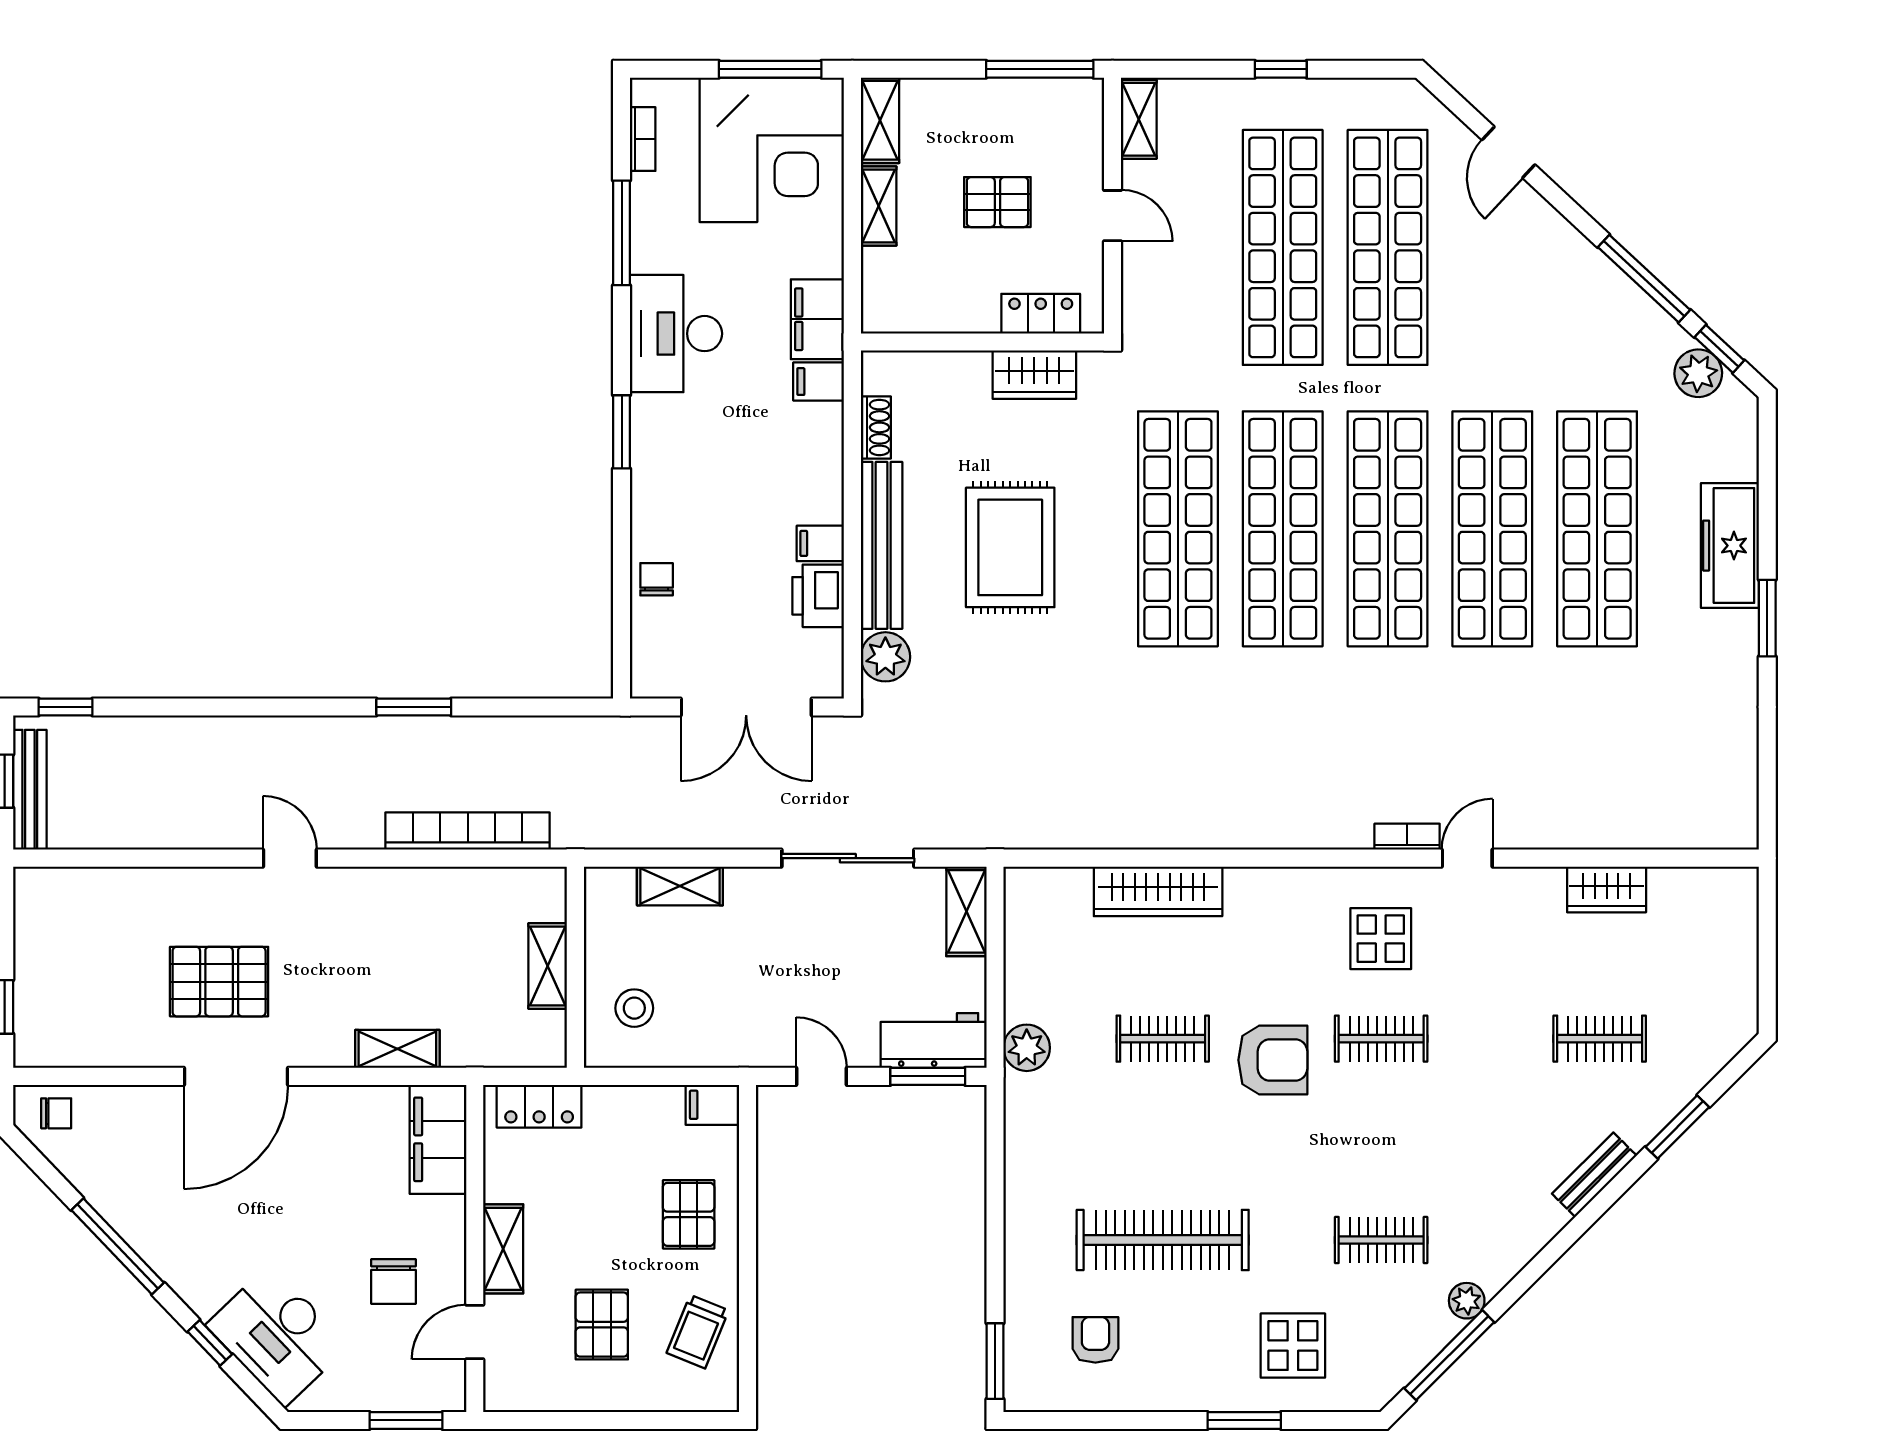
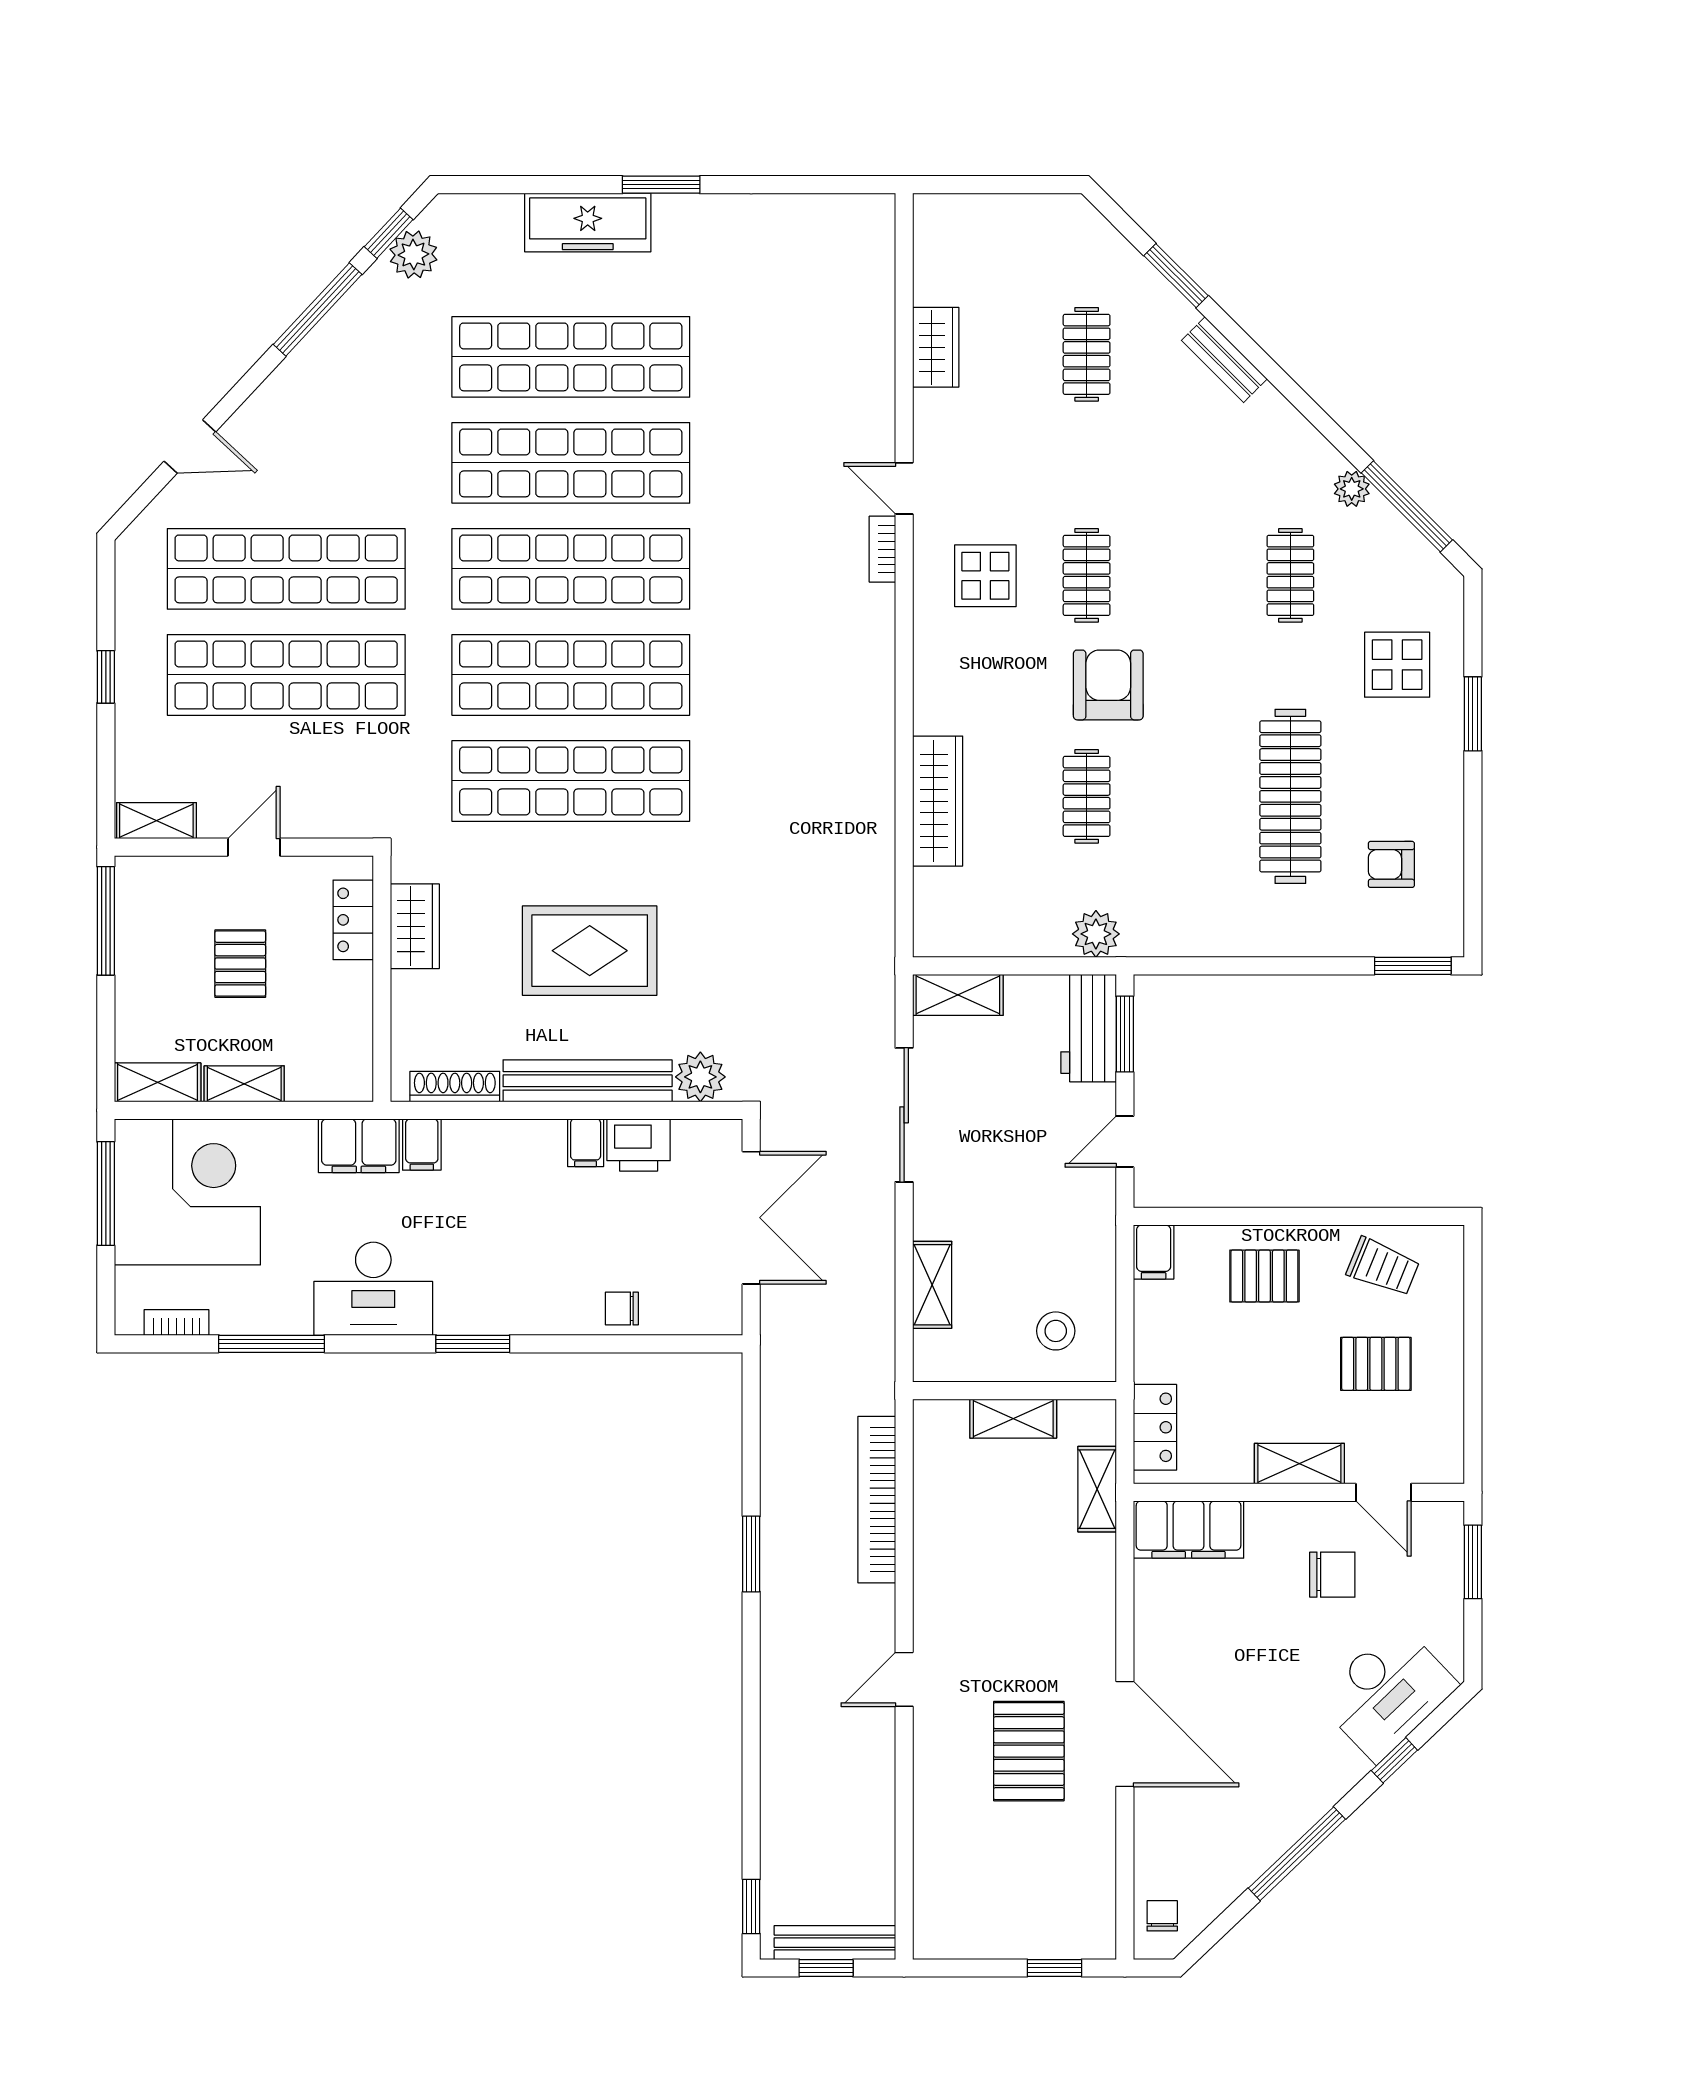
shoe rack: (876, 427) -> (455, 1087), width x1.43
shelving: (397, 1049) -> (1097, 1489), moved

